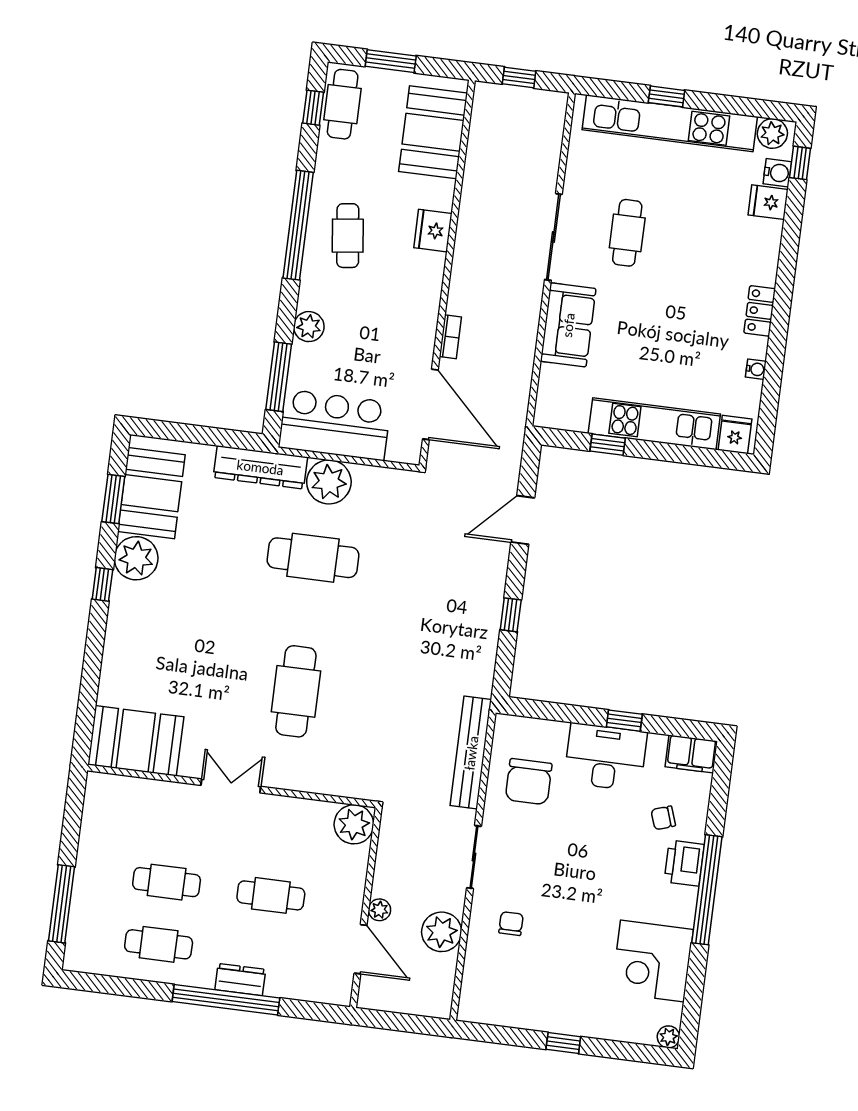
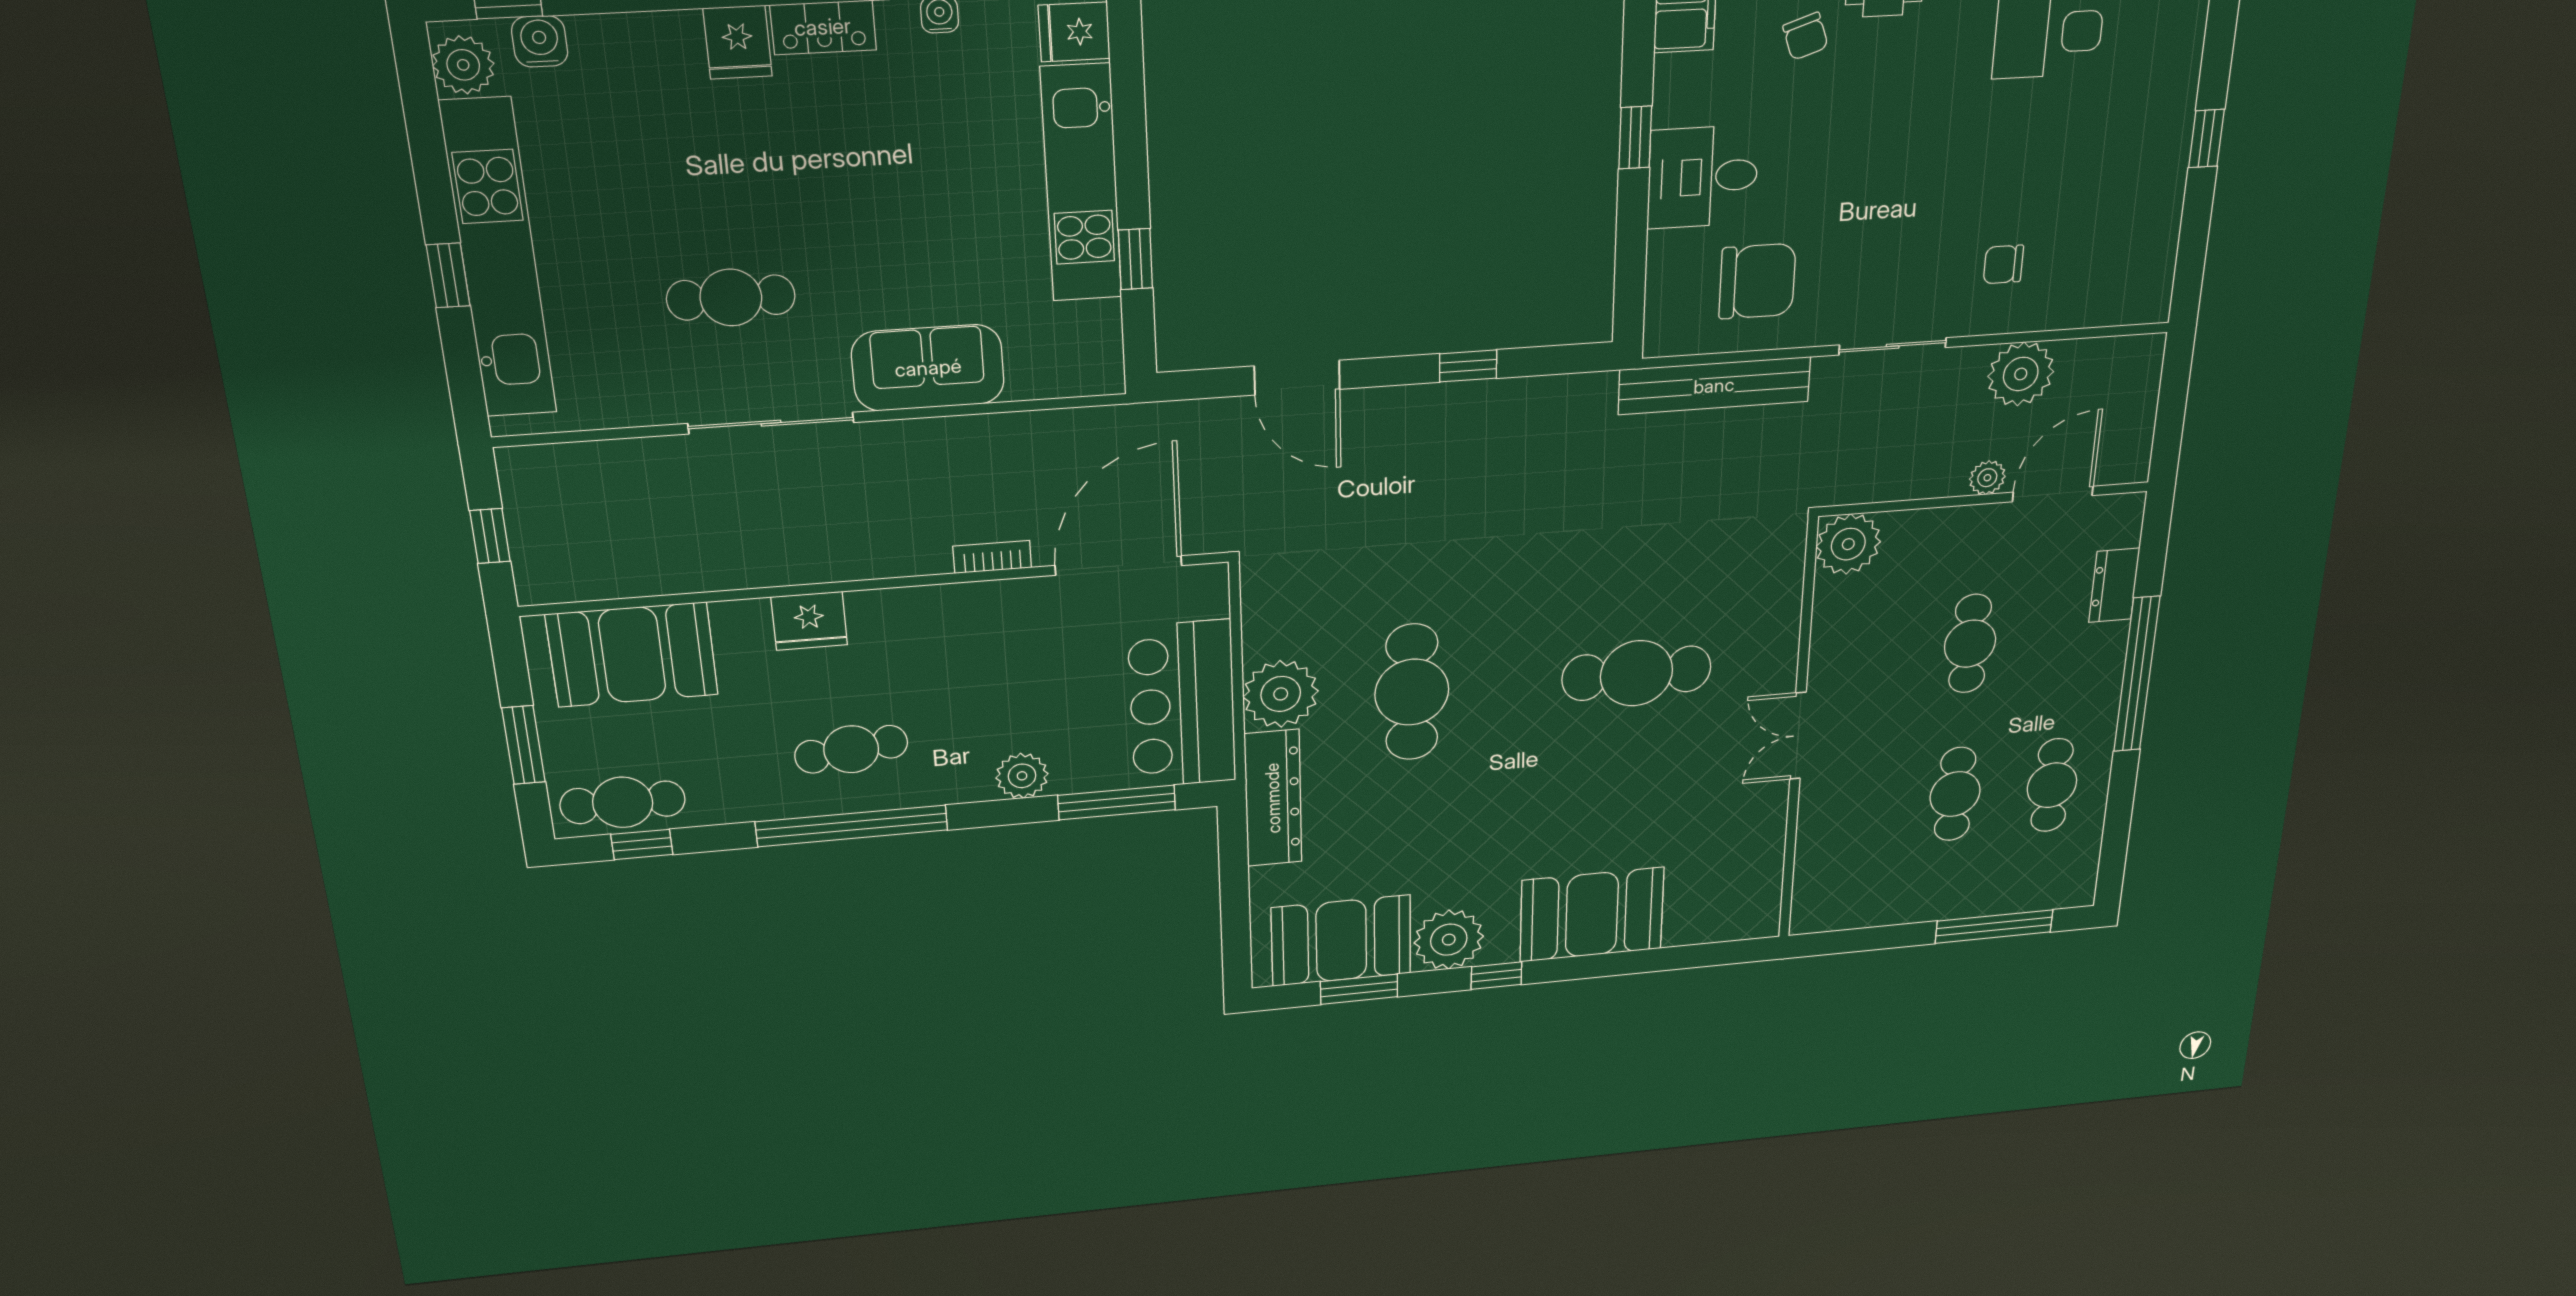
fridge: (768, 202) -> (738, 42), moved
booth: (136, 741) -> (1592, 915), moved, turned 90
desk: (606, 757) -> (1703, 177), width x0.73
dresser: (240, 980) -> (2114, 585), moved

